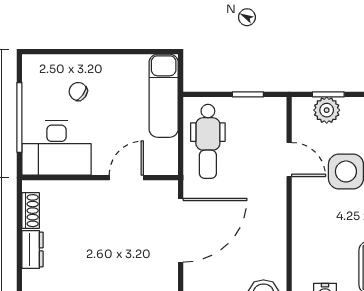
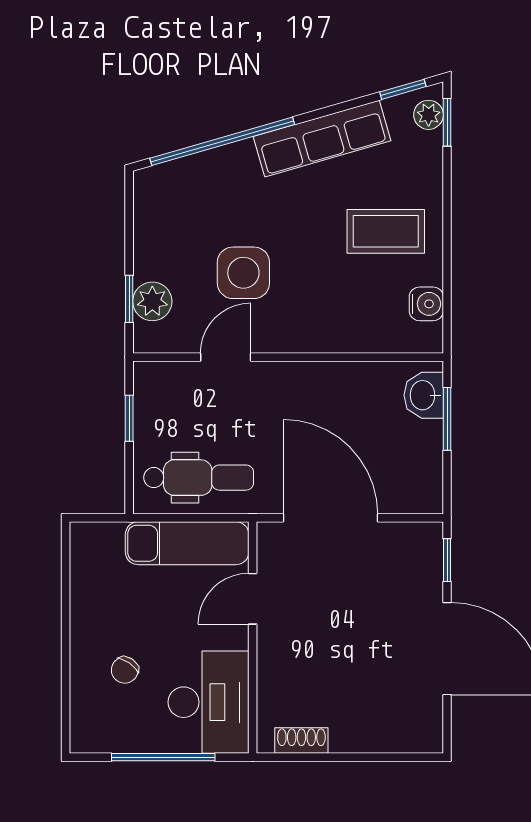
exam couch: (164, 96) -> (187, 543), moved
door: (126, 178) -> (253, 599), hinge flipped
dresser: (33, 249) -> (359, 738), removed

